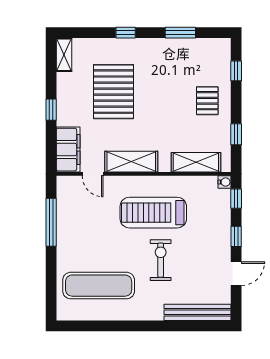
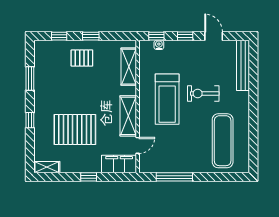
window: (236, 134) -> (91, 36), moved
water cooler: (225, 182) -> (159, 45), moved

